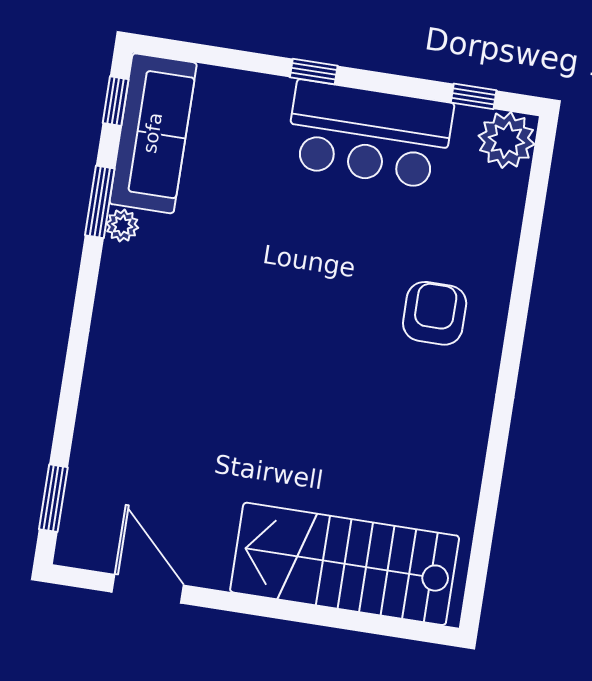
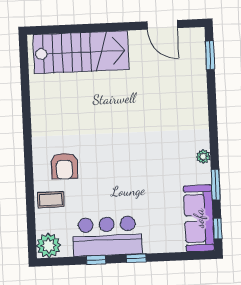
window: (474, 96) -> (96, 260), moved
plant: (122, 225) -> (203, 156), moved
coffee table: (481, 243) -> (51, 200), added

